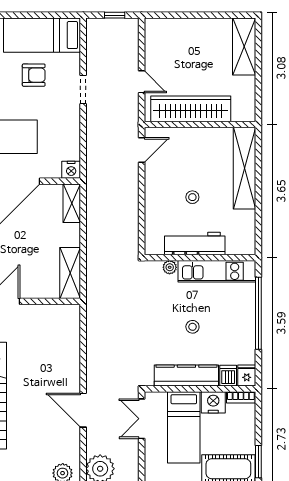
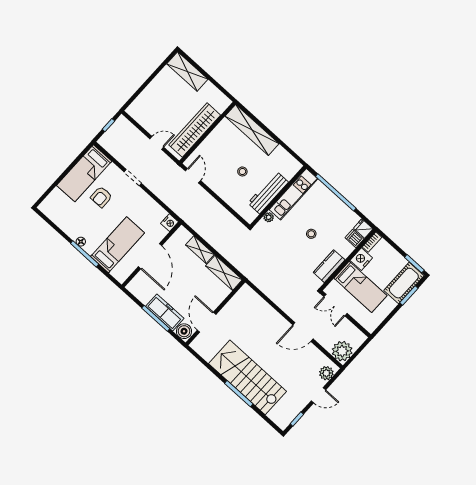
armchair: (34, 75) -> (101, 197), turned 180
shelving: (72, 203) -> (200, 250), moved
kitchen counter: (186, 376) -> (329, 266), width x0.67

